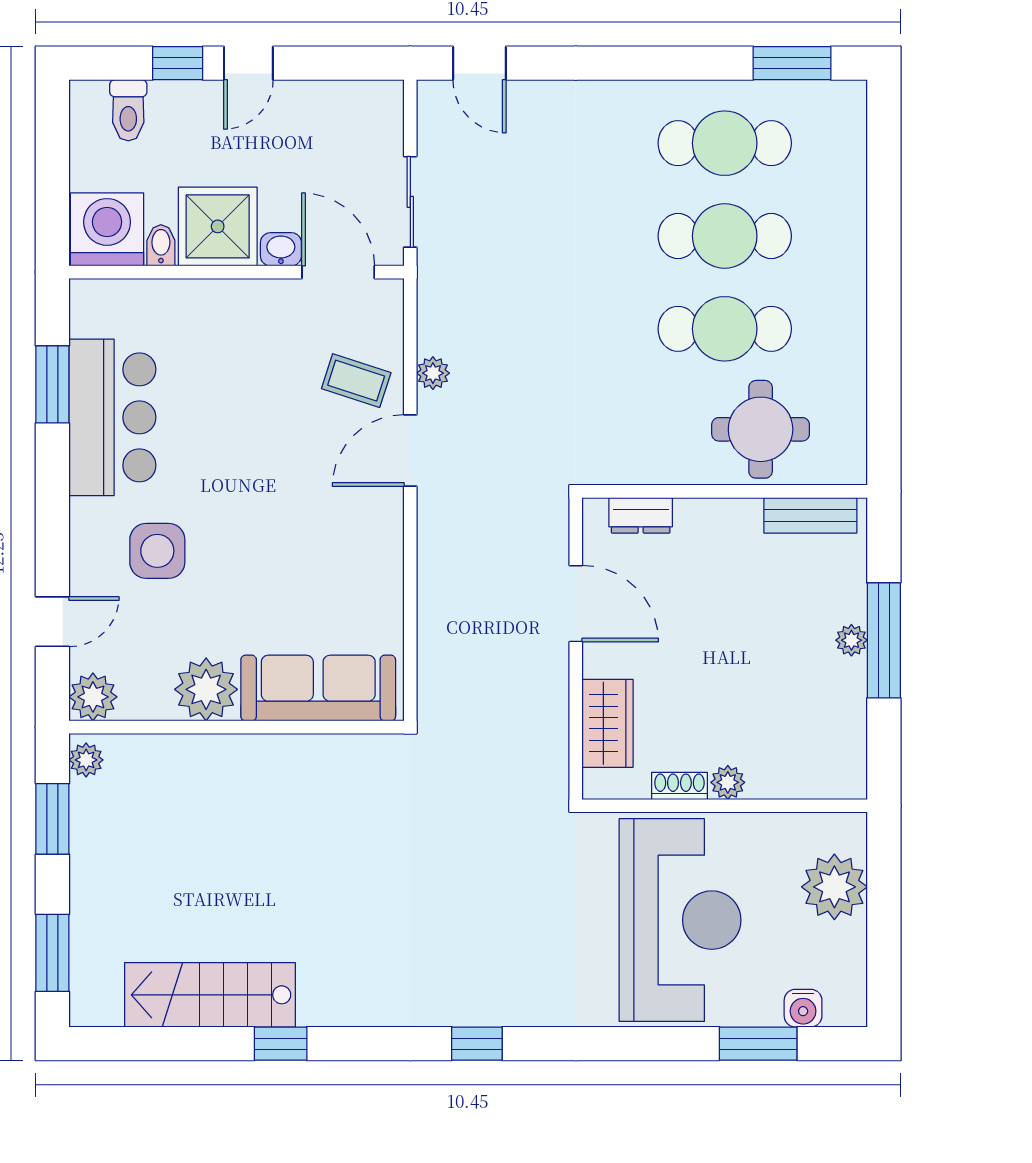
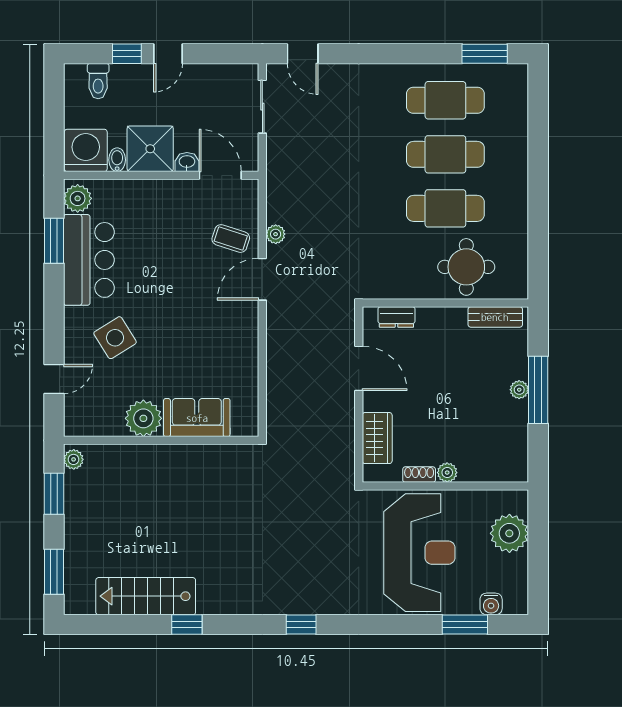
sliding door: (410, 202) -> (262, 107), moved
side table: (157, 551) -> (115, 338), turned -32
sofa: (318, 688) -> (197, 418), width x0.73
plant: (93, 697) -> (78, 198), moved

